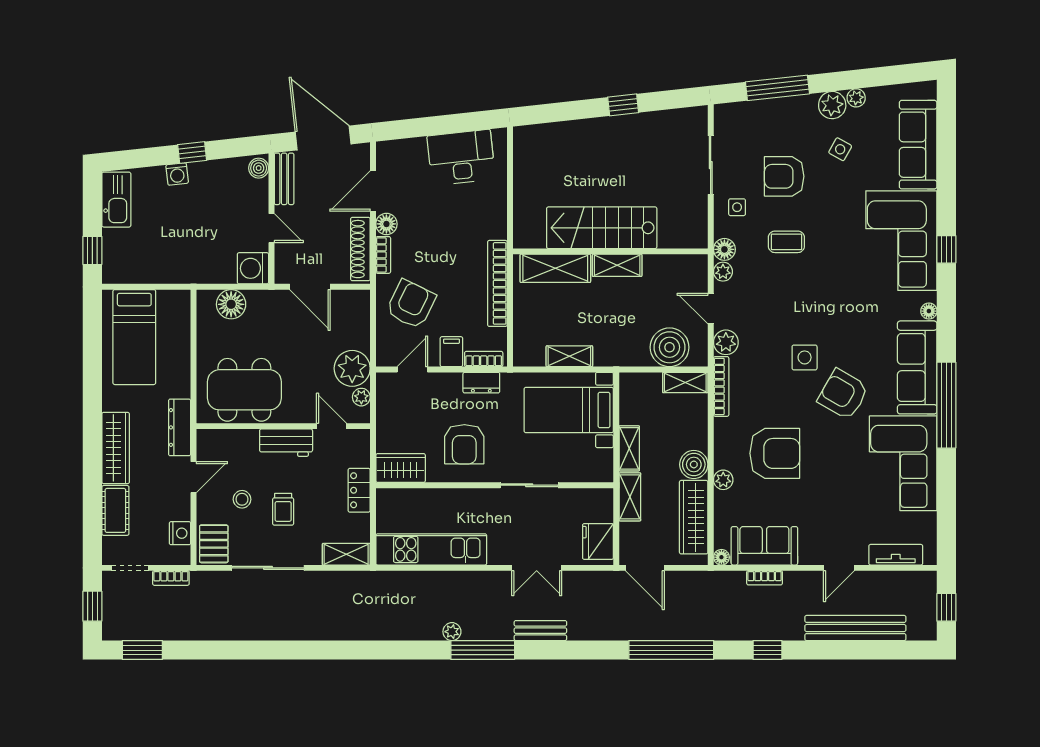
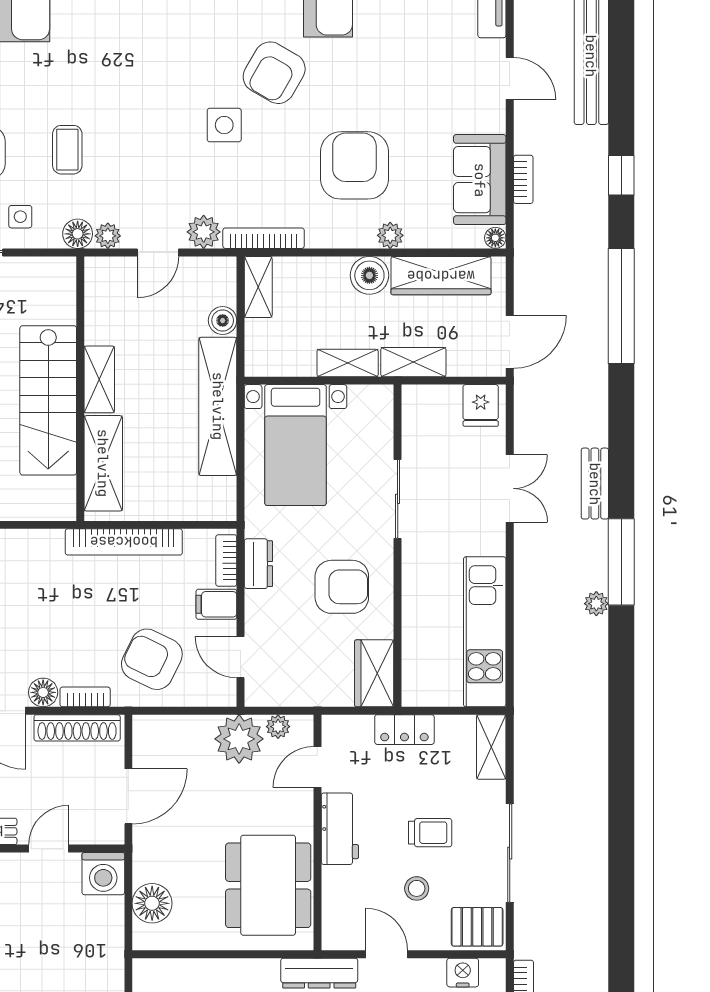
boiler: (670, 347) -> (223, 320), width x0.54, depth x0.54
shelving: (569, 356) -> (218, 406), width x2.20, depth x1.33
fridge: (598, 541) -> (481, 405), width x0.72

